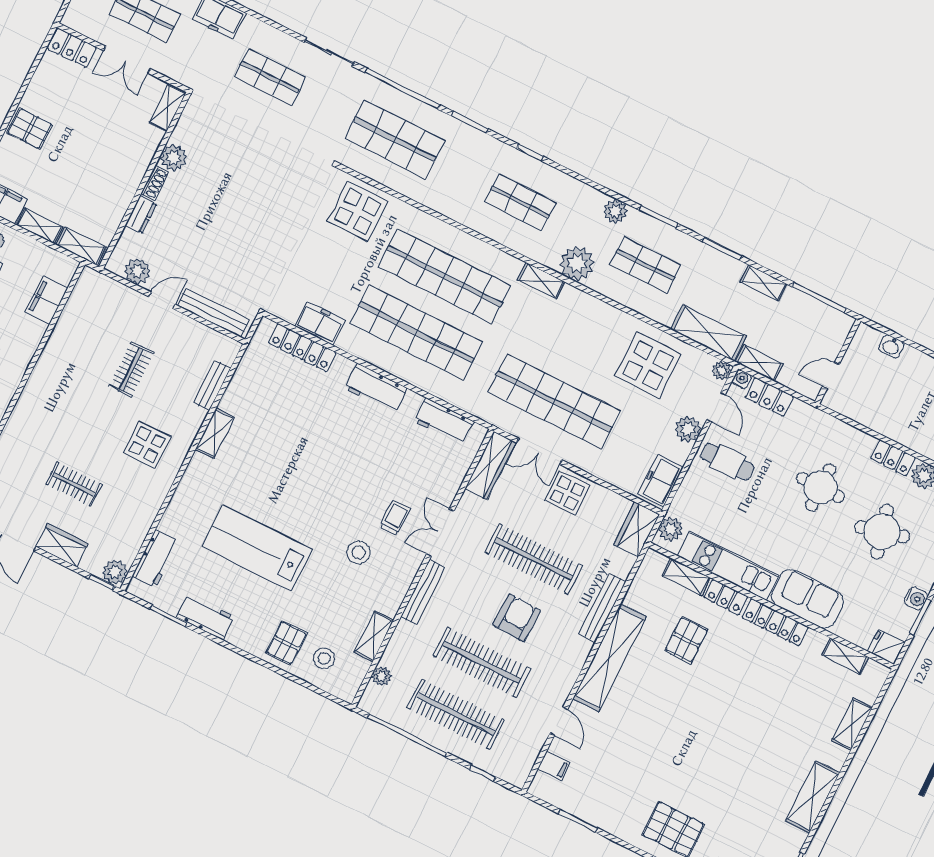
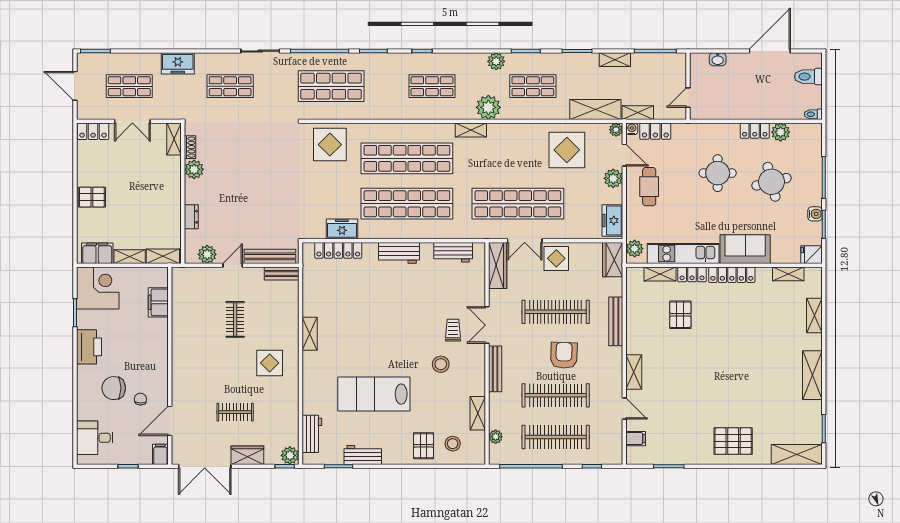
shoe rack: (155, 183) -> (190, 147), moved
bench: (212, 385) -> (282, 273), moved, turned 90
cafe table: (727, 462) -> (649, 187), turned 90
shelving: (609, 658) -> (634, 372), width x0.45, depth x0.75

